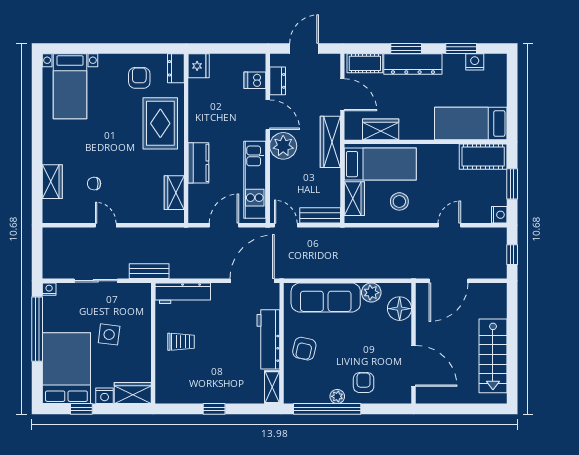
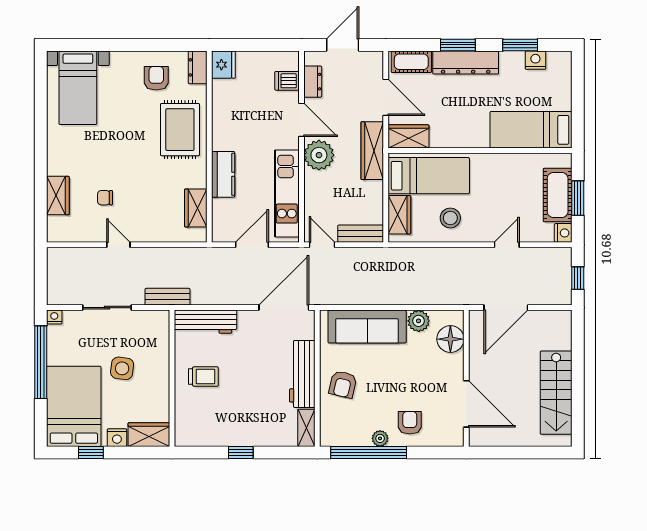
wardrobe: (381, 129) -> (408, 136), moved
cot: (483, 157) -> (558, 195), moved, turned 90

